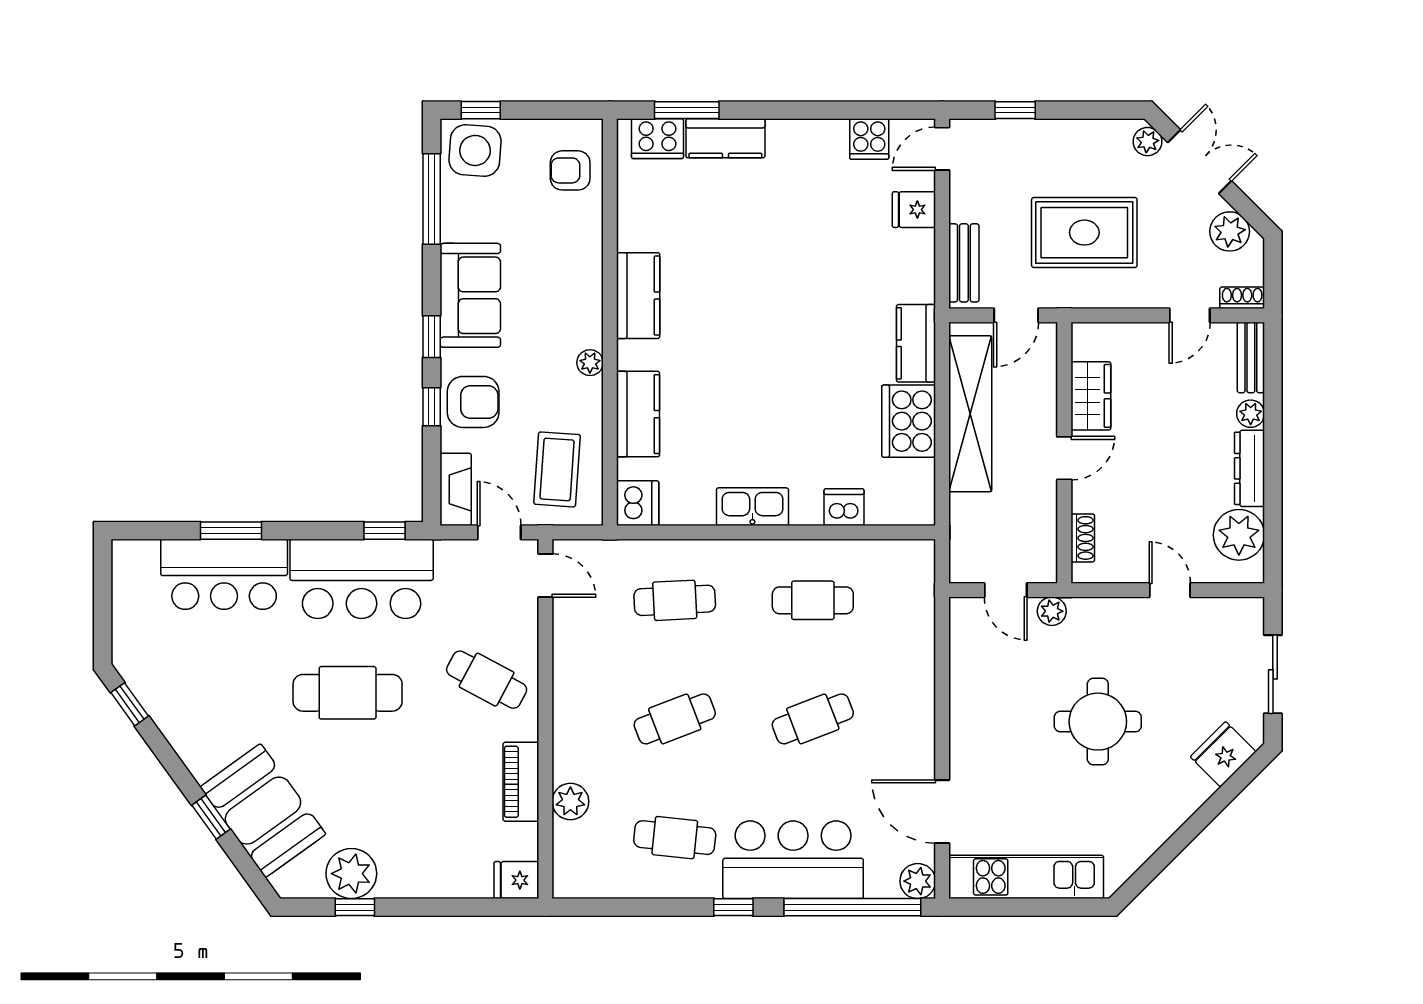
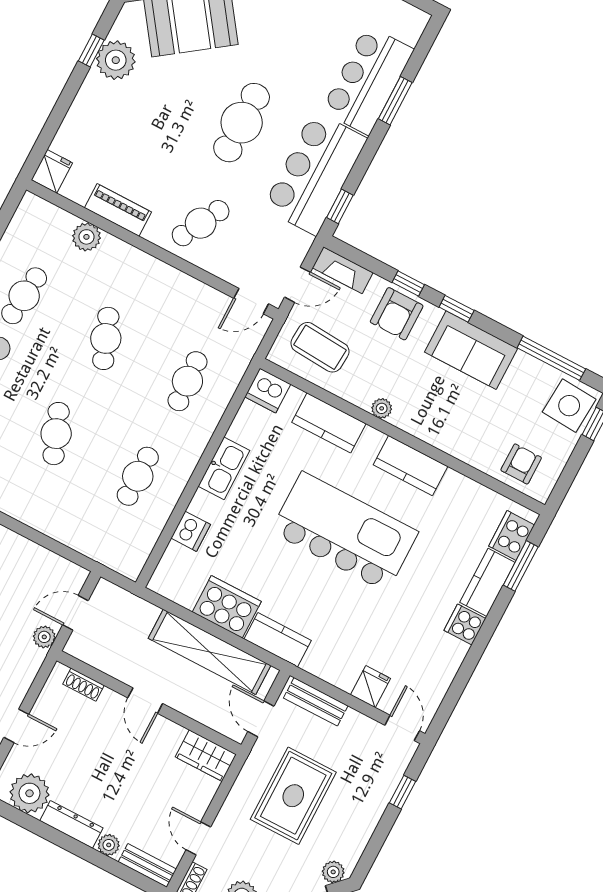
cooker: (869, 139) -> (465, 624), moved
kitchen island: (753, 332) -> (344, 532), added
wardrobe: (1091, 396) -> (206, 756), moved

